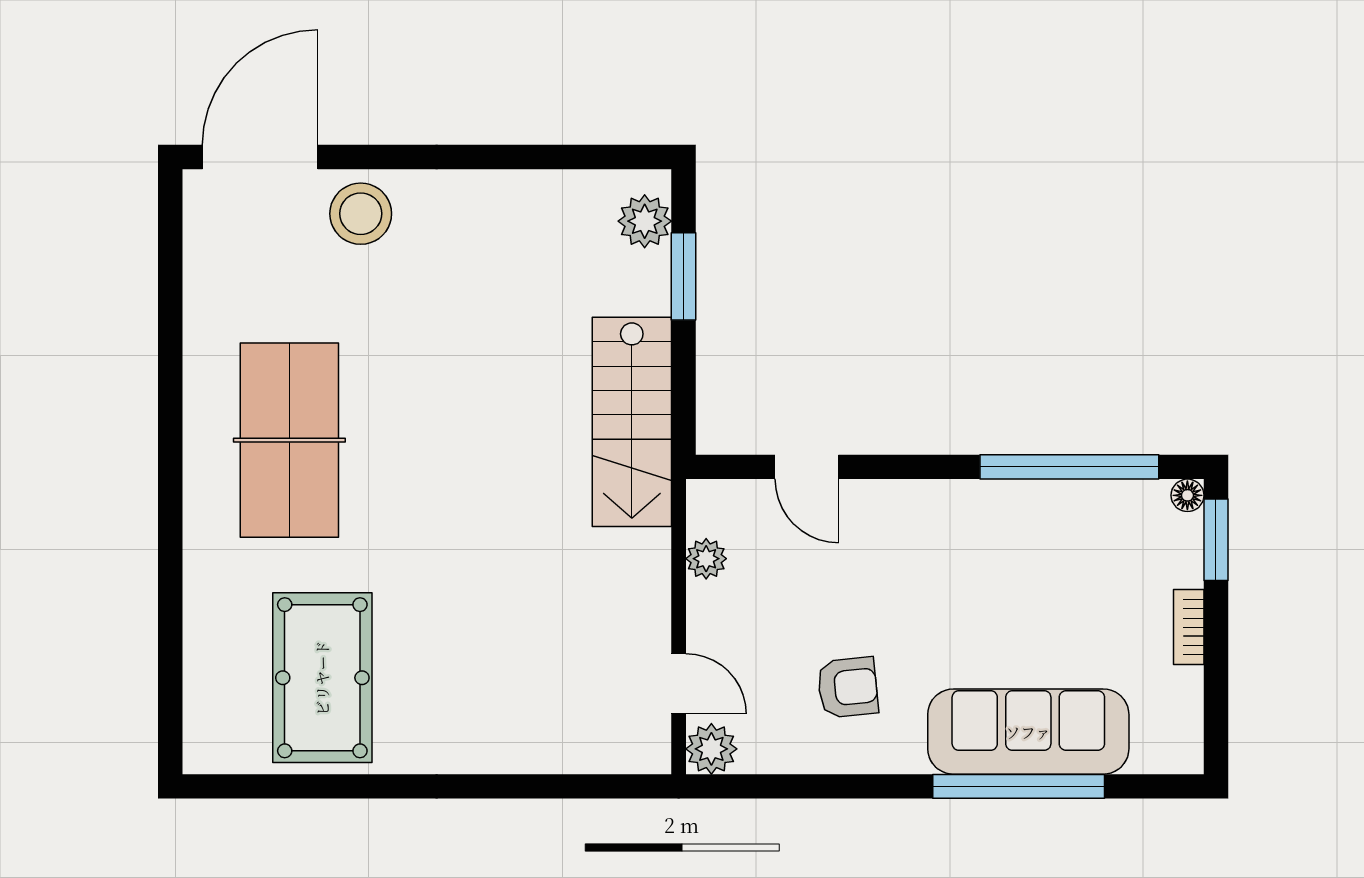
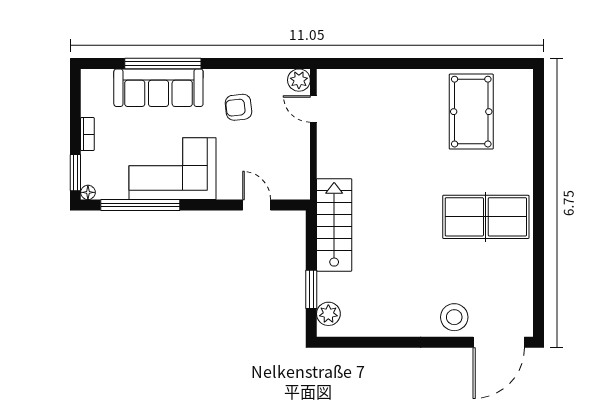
table tennis table: (289, 440) -> (486, 217), turned 90
corner sofa: (997, 549) -> (172, 169), added
plant: (706, 559) -> (301, 164), removed

